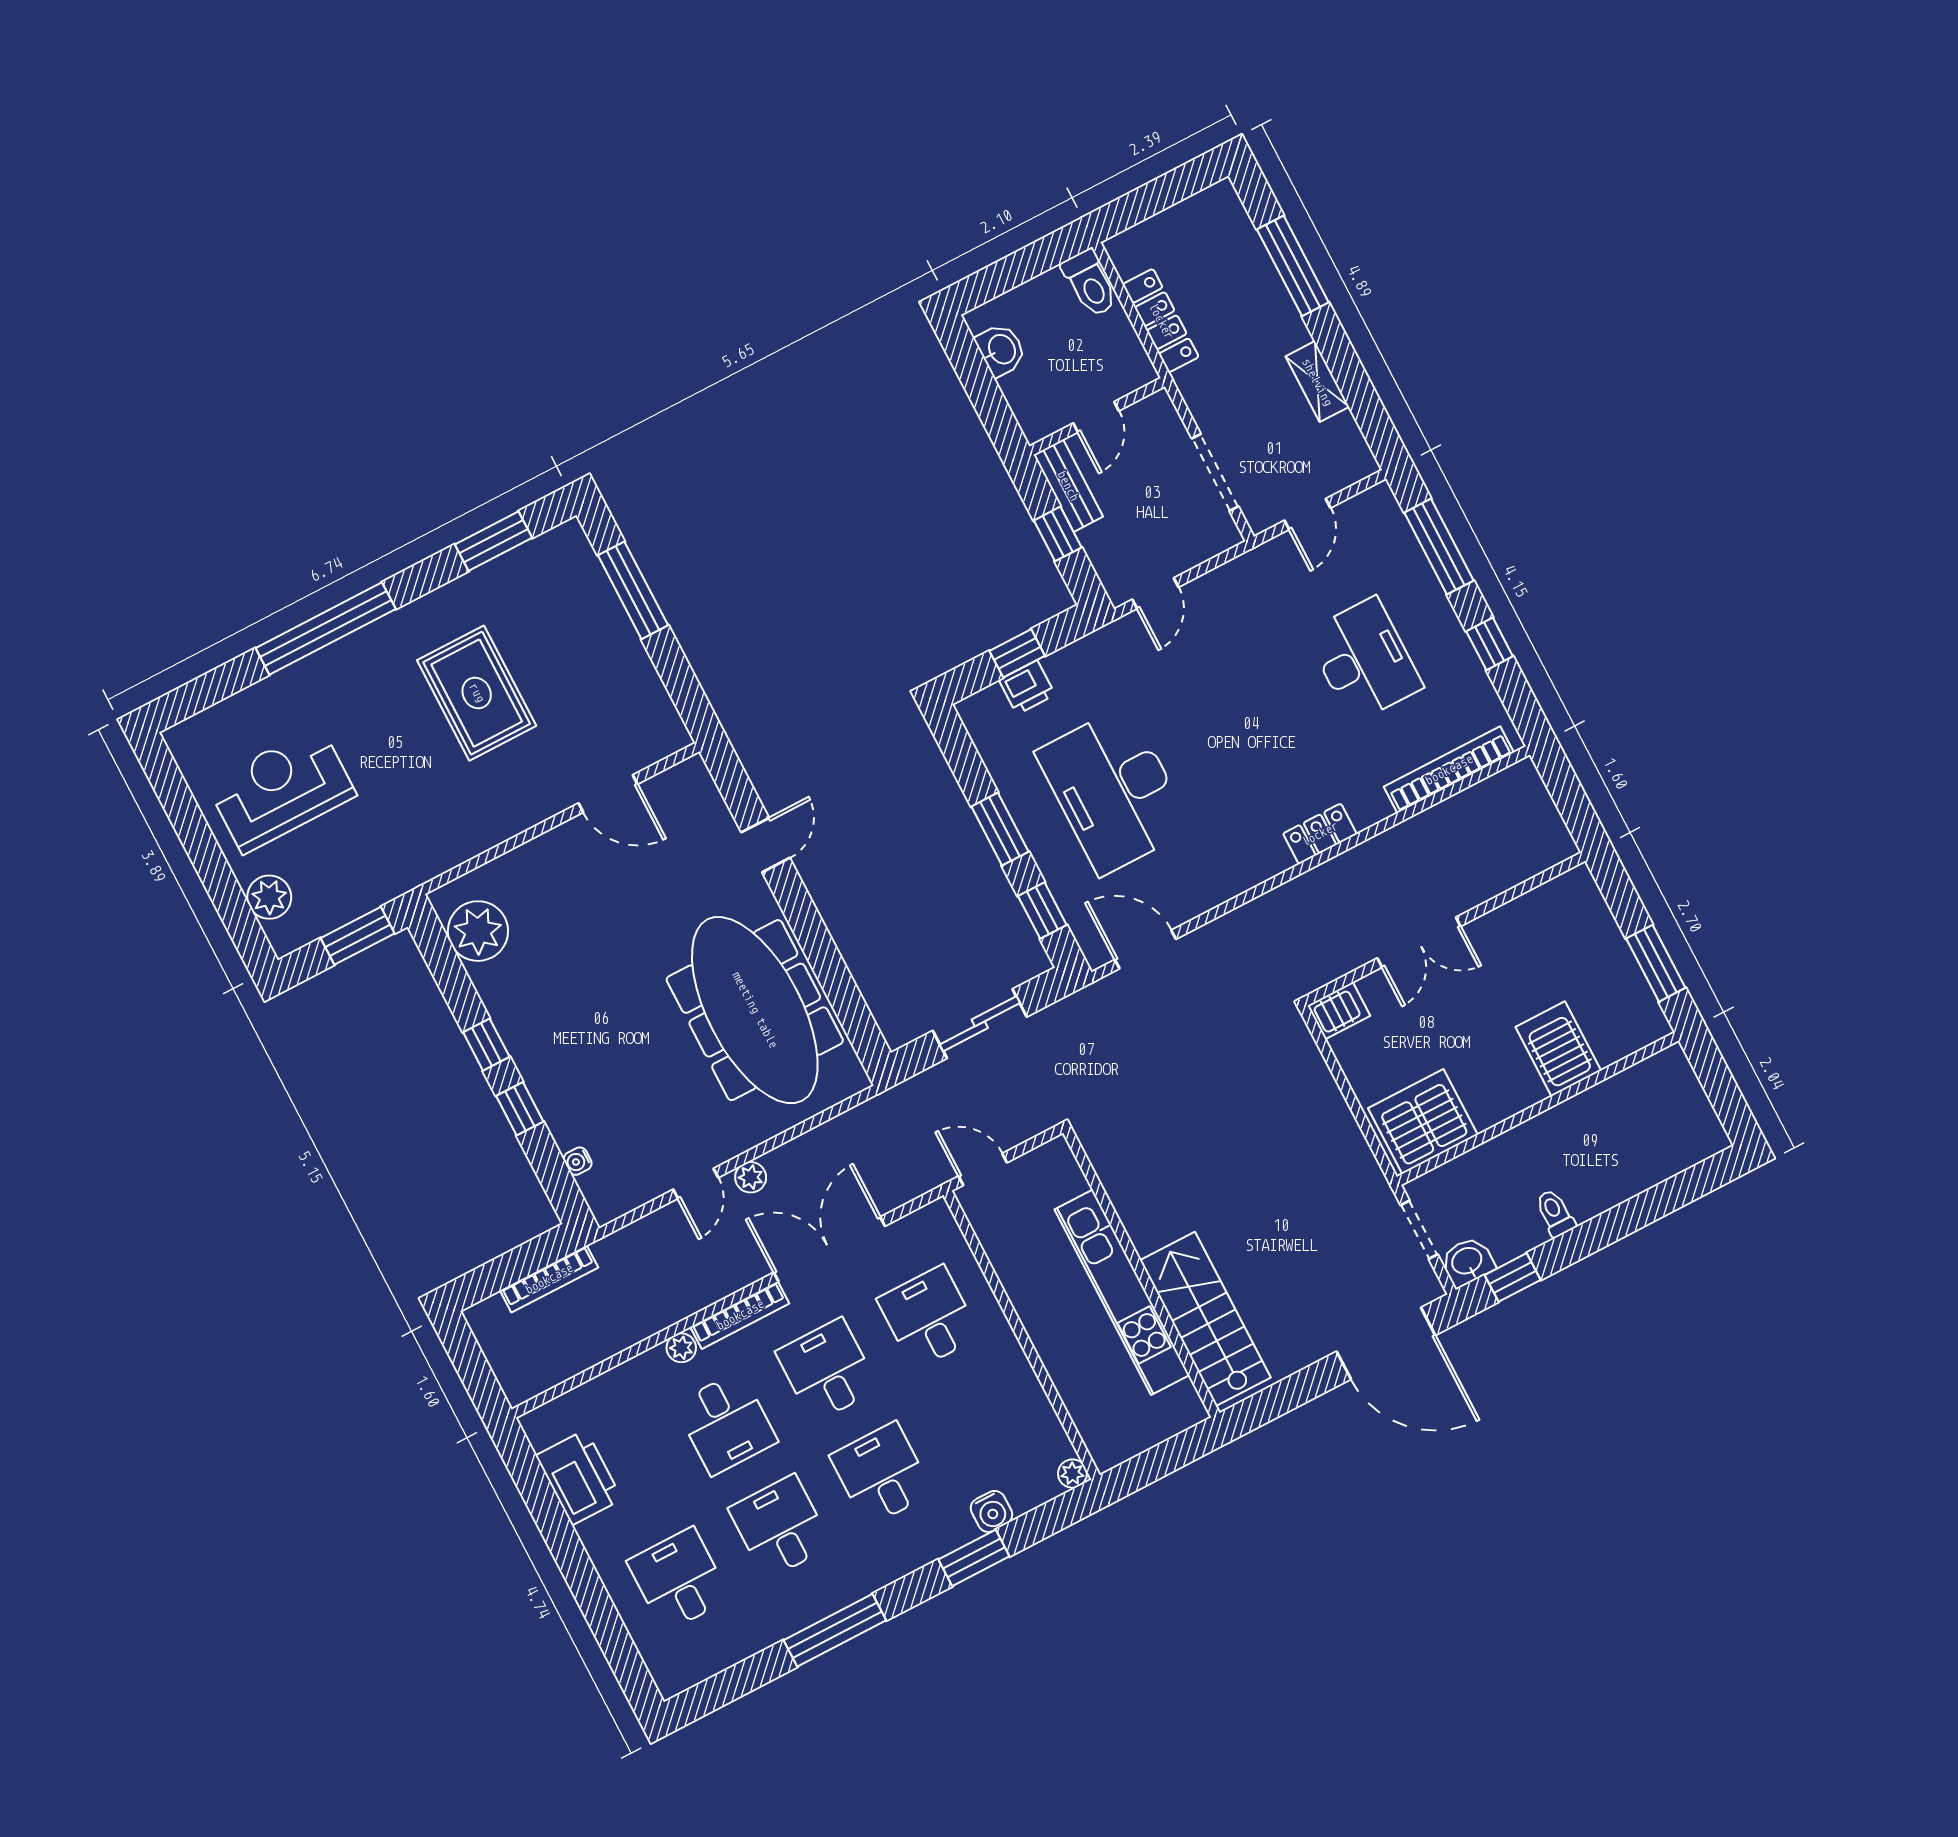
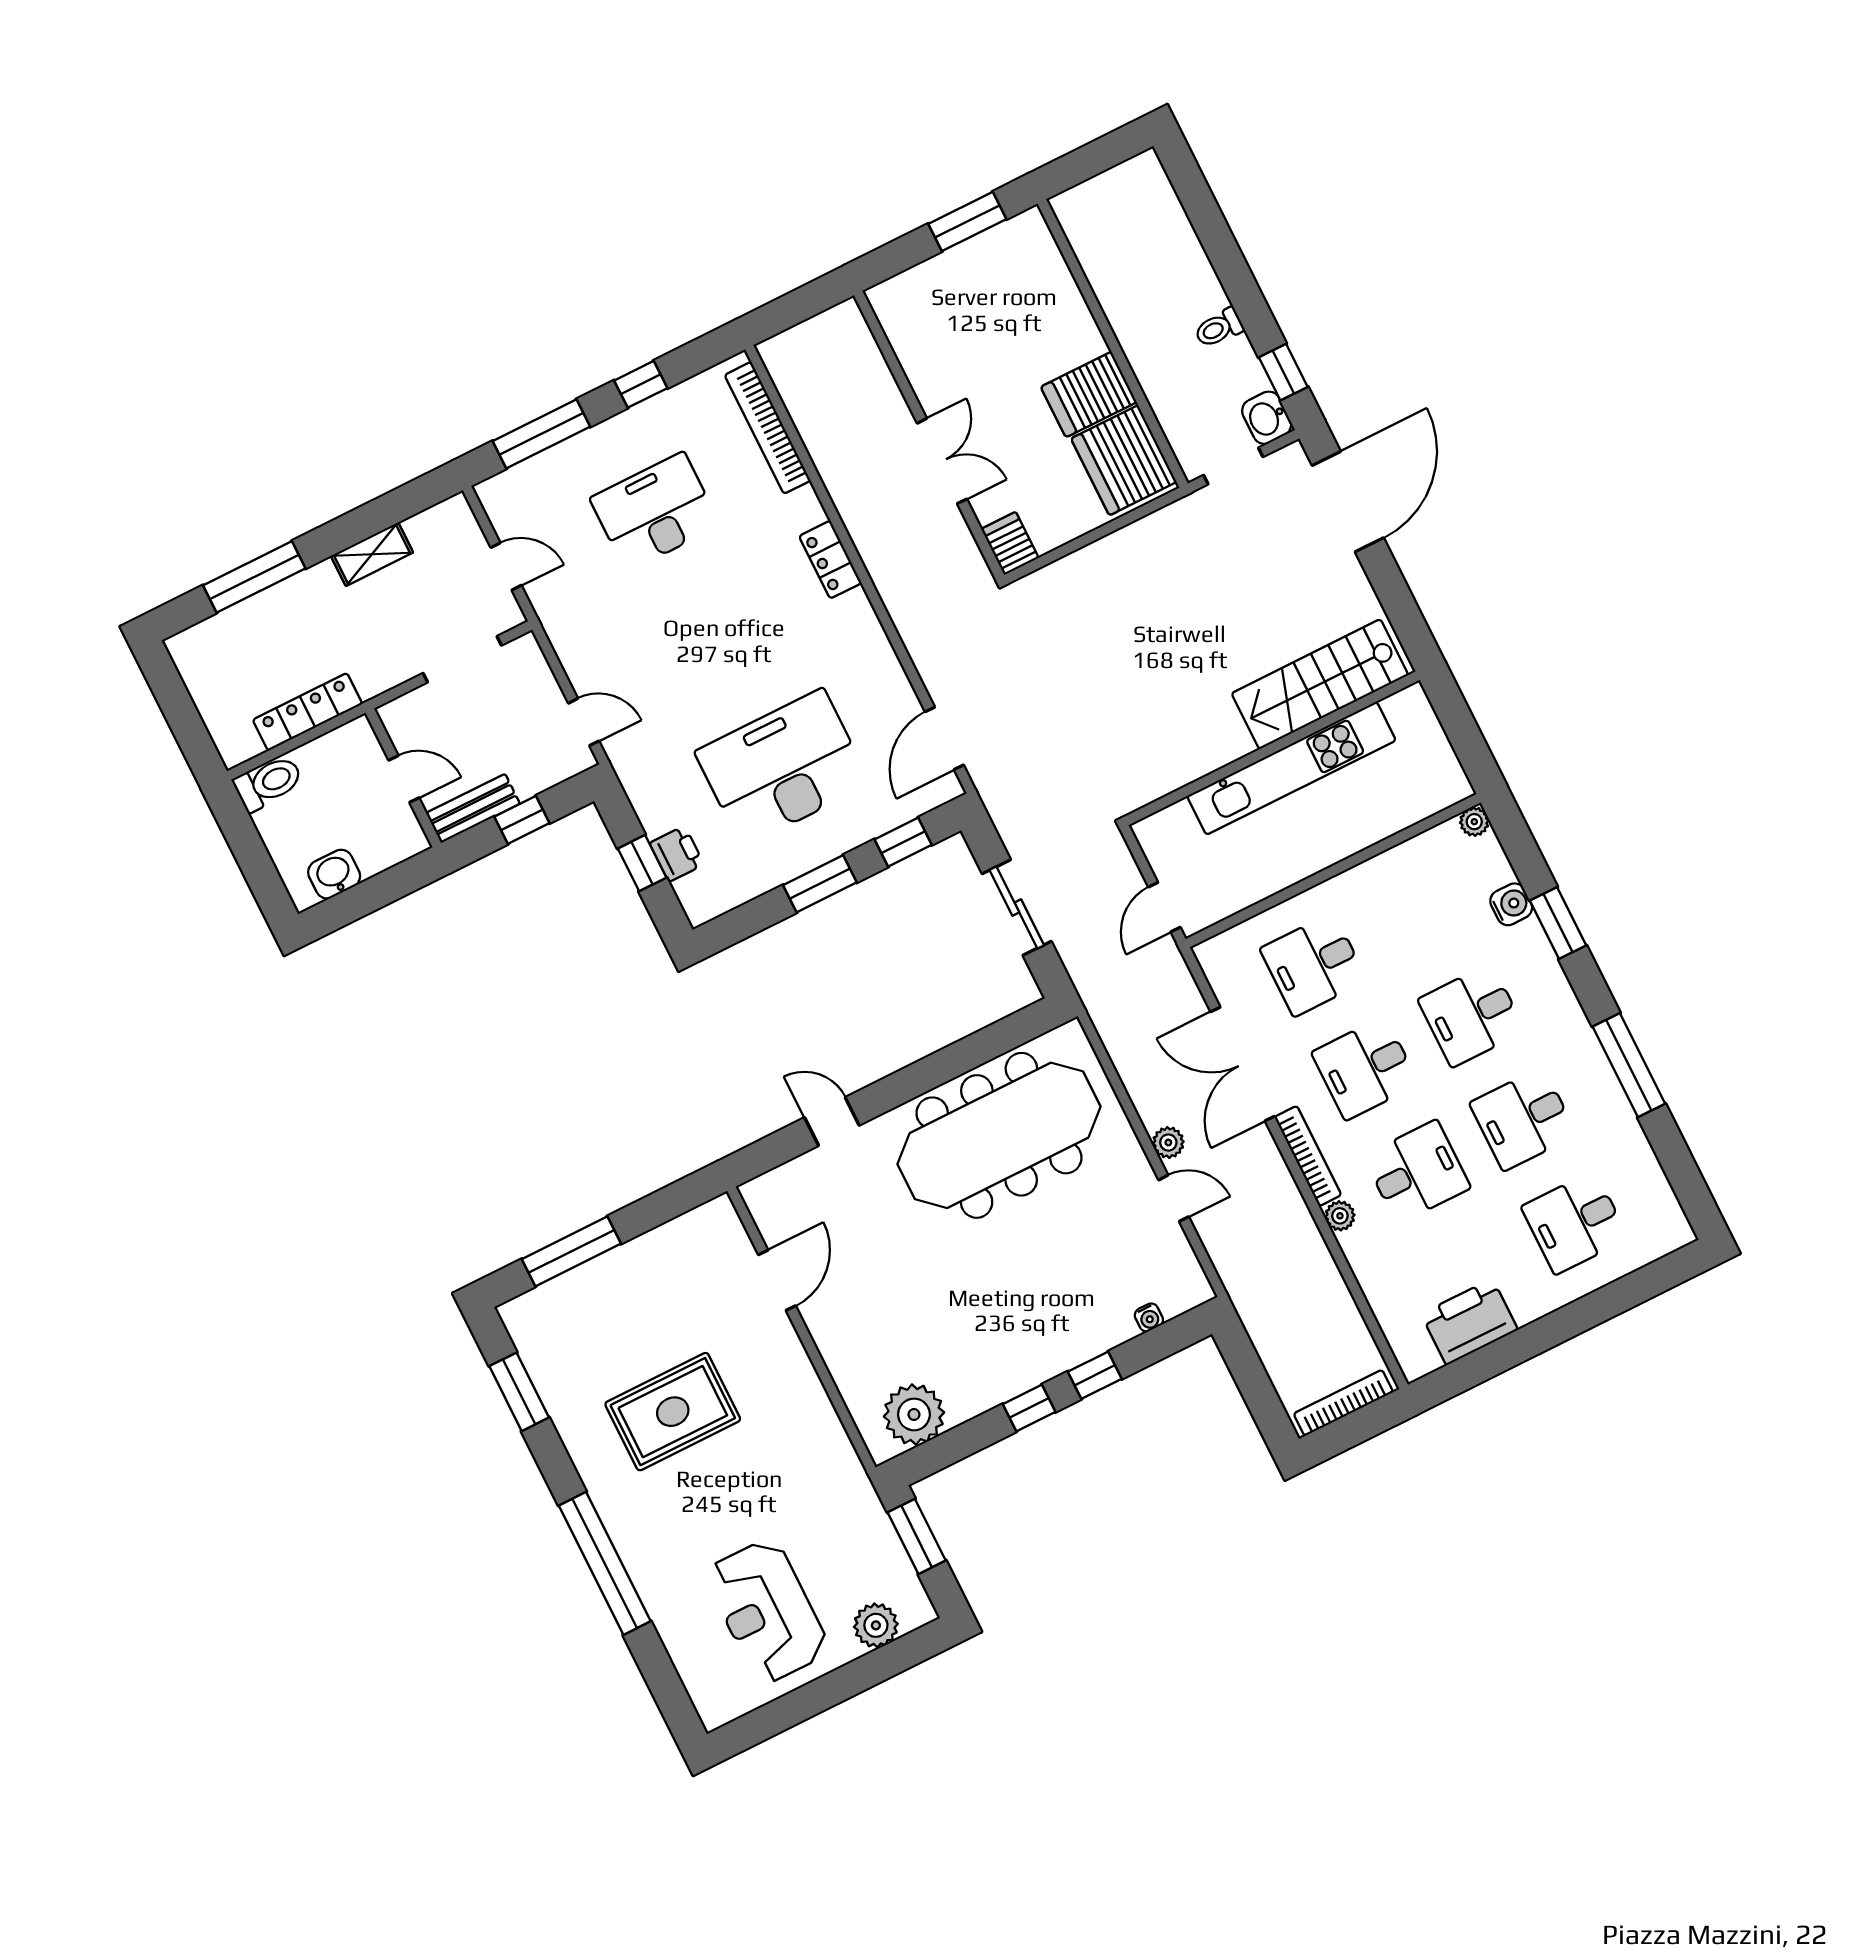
desk: (1114, 790) -> (783, 768), turned 180
server rack: (1558, 1049) -> (1089, 394), moved
bookcase: (549, 1279) -> (1343, 1403), moved, turned -90

